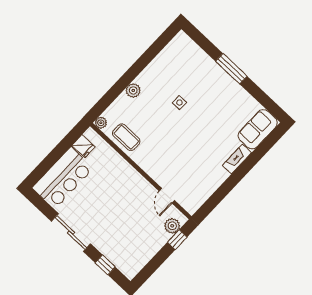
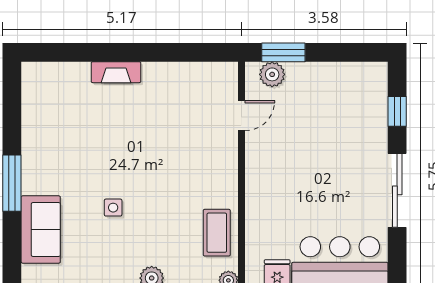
sofa: (258, 129) -> (41, 229), moved, turned -90
window: (177, 240) -> (283, 52), width x1.50

